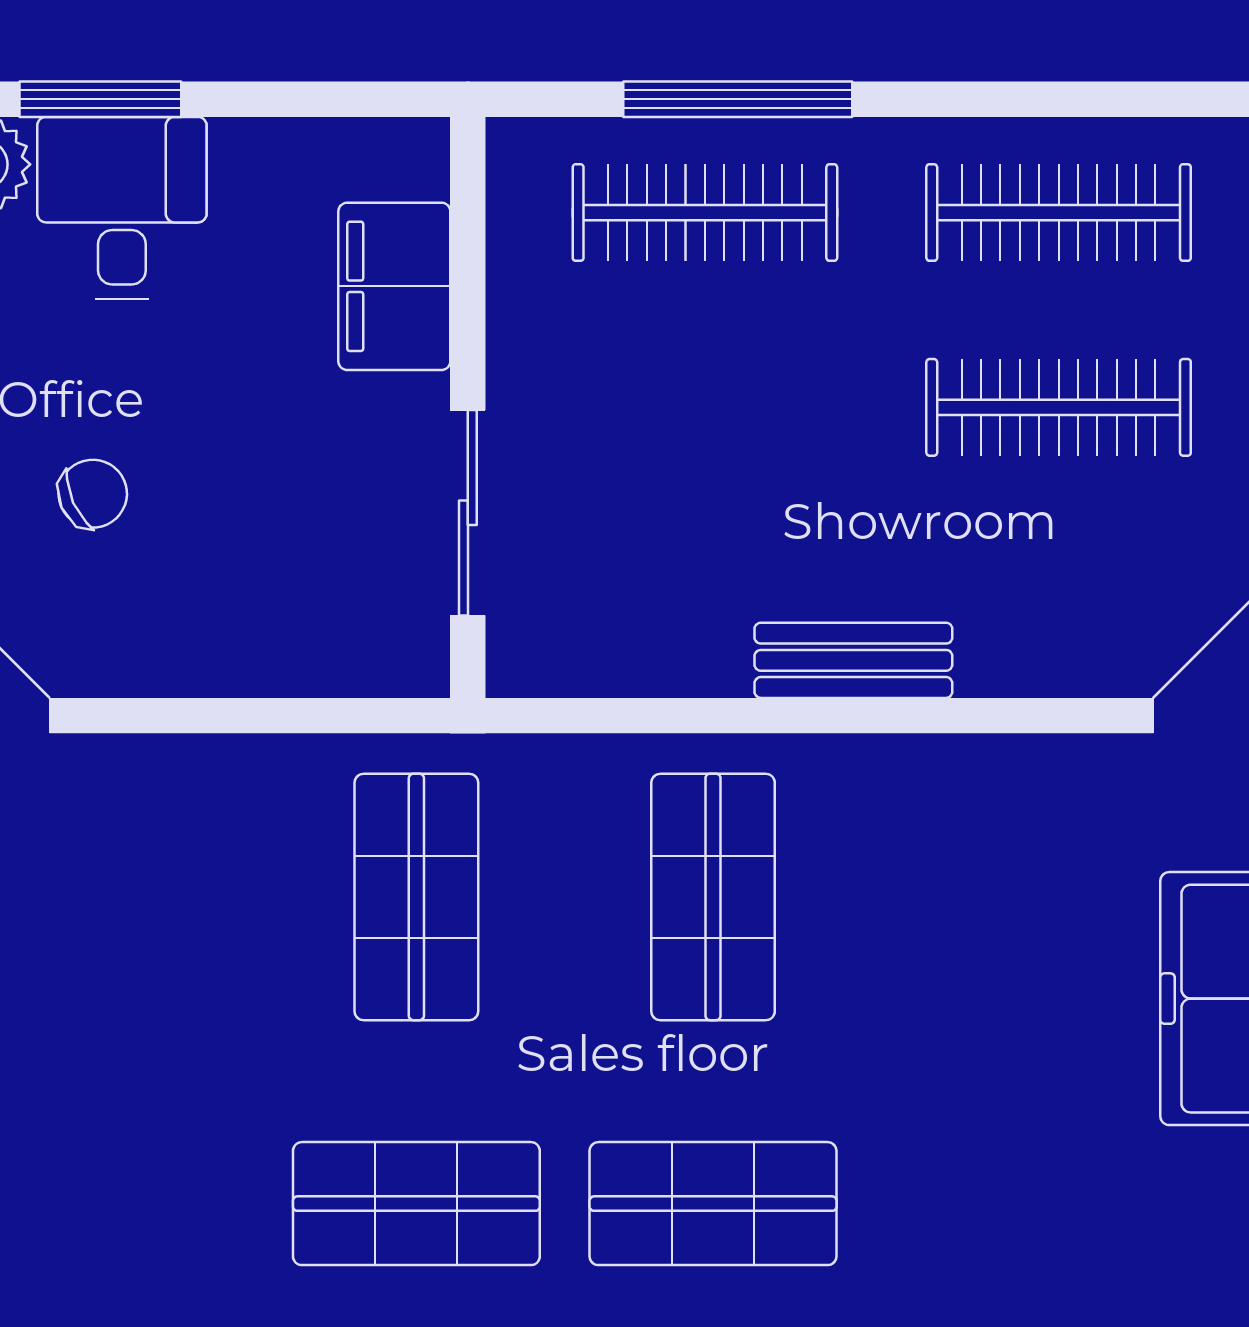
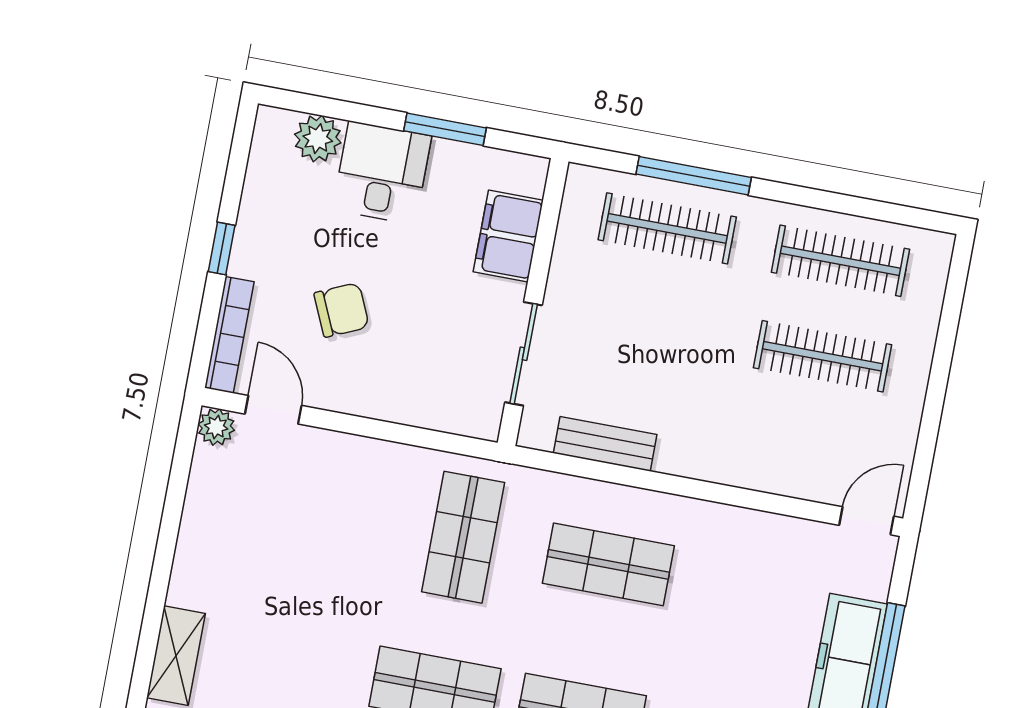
window: (100, 99) -> (445, 129), moved
chair: (93, 494) -> (342, 310), width x1.37, depth x1.37
bench: (853, 660) -> (605, 444), moved
shop shelf: (713, 897) -> (608, 564), turned 90

